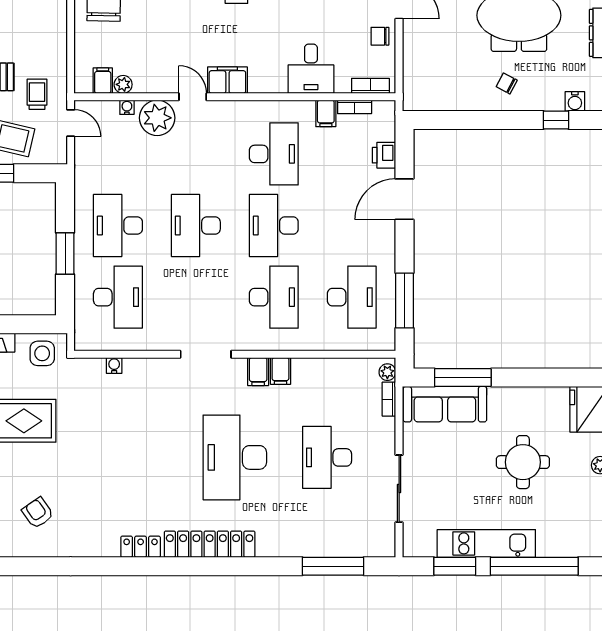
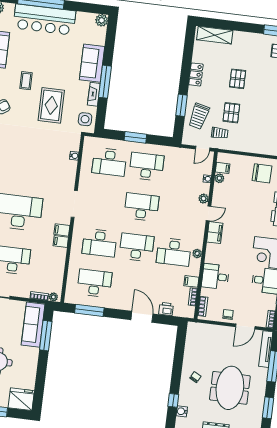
plant: (271, 109) -> (197, 254), added
plant: (157, 118) -> (204, 199), width x0.53, depth x0.53
desk: (352, 297) -> (94, 283), turned 180

